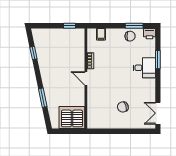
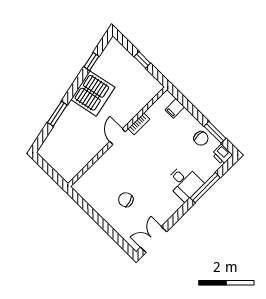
window: (69, 26) -> (142, 60), moved
window: (158, 60) -> (205, 188), width x1.44
server rack: (72, 118) -> (93, 93), moved, turned 78

